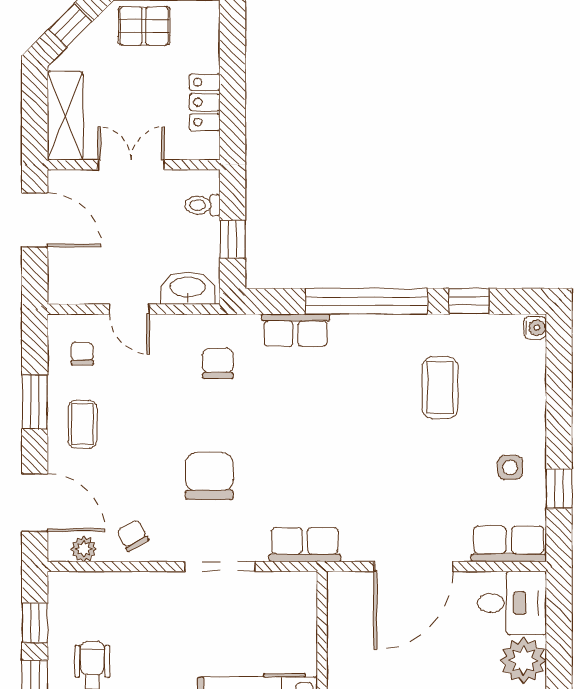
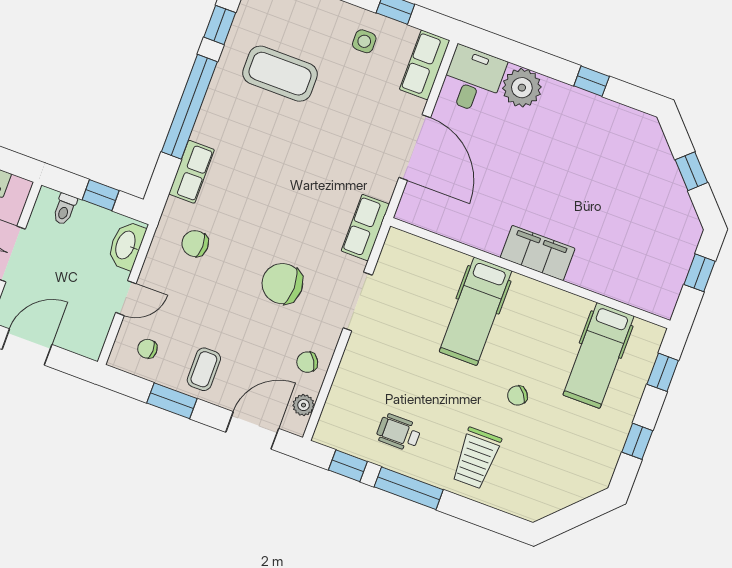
coffee table: (440, 388) -> (280, 74), width x1.36, depth x1.32
coffee table: (83, 424) -> (204, 369), turned 90

